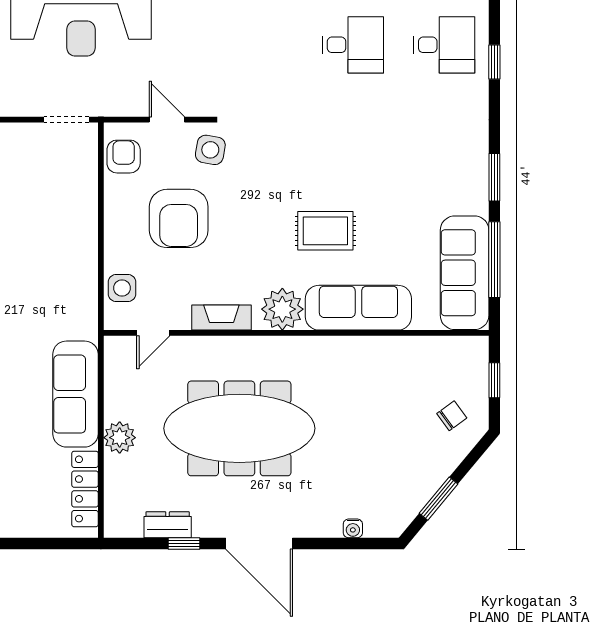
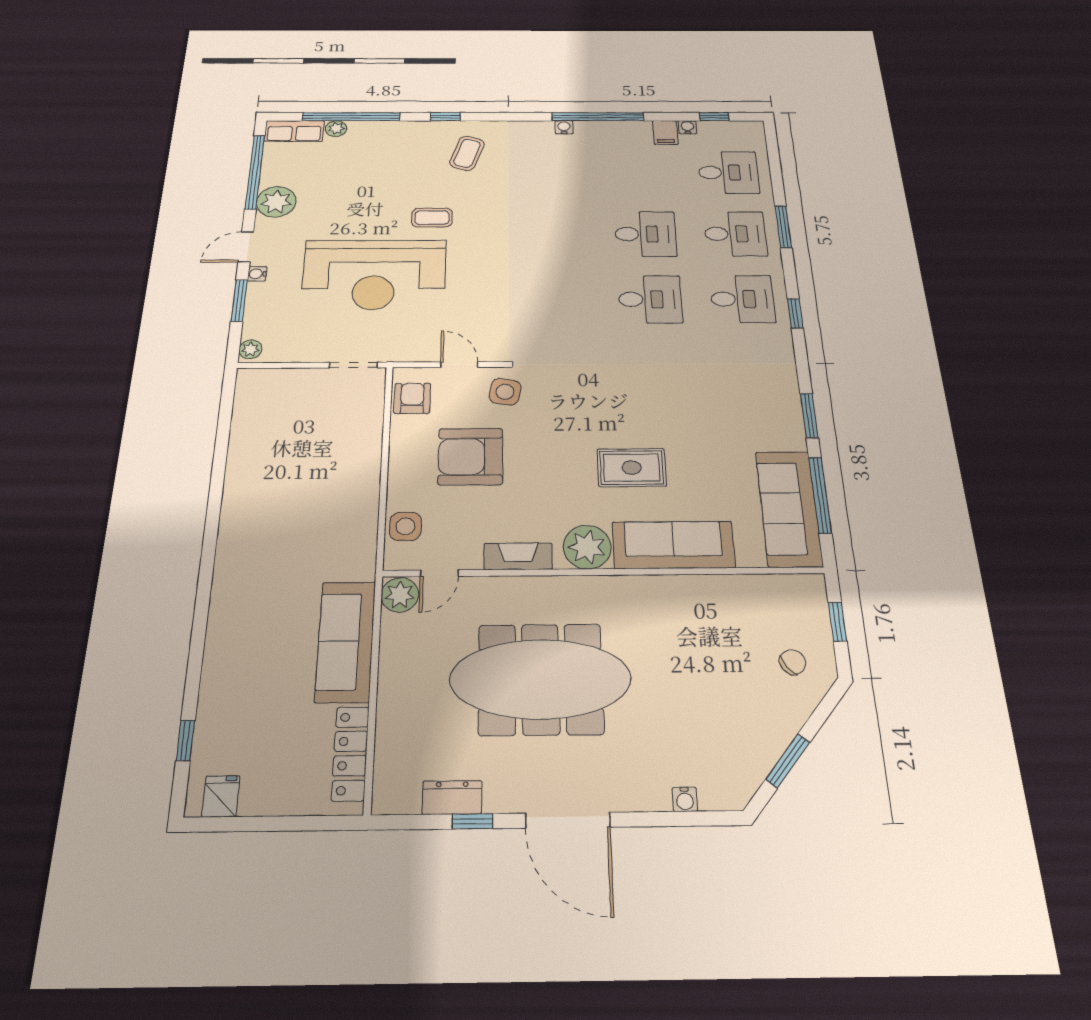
armchair: (179, 218) -> (470, 457), turned 90
plant: (120, 438) -> (400, 595), moved

